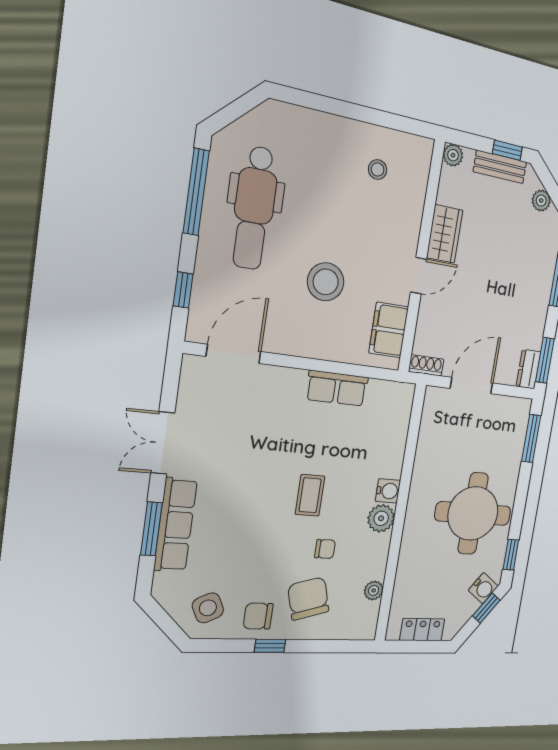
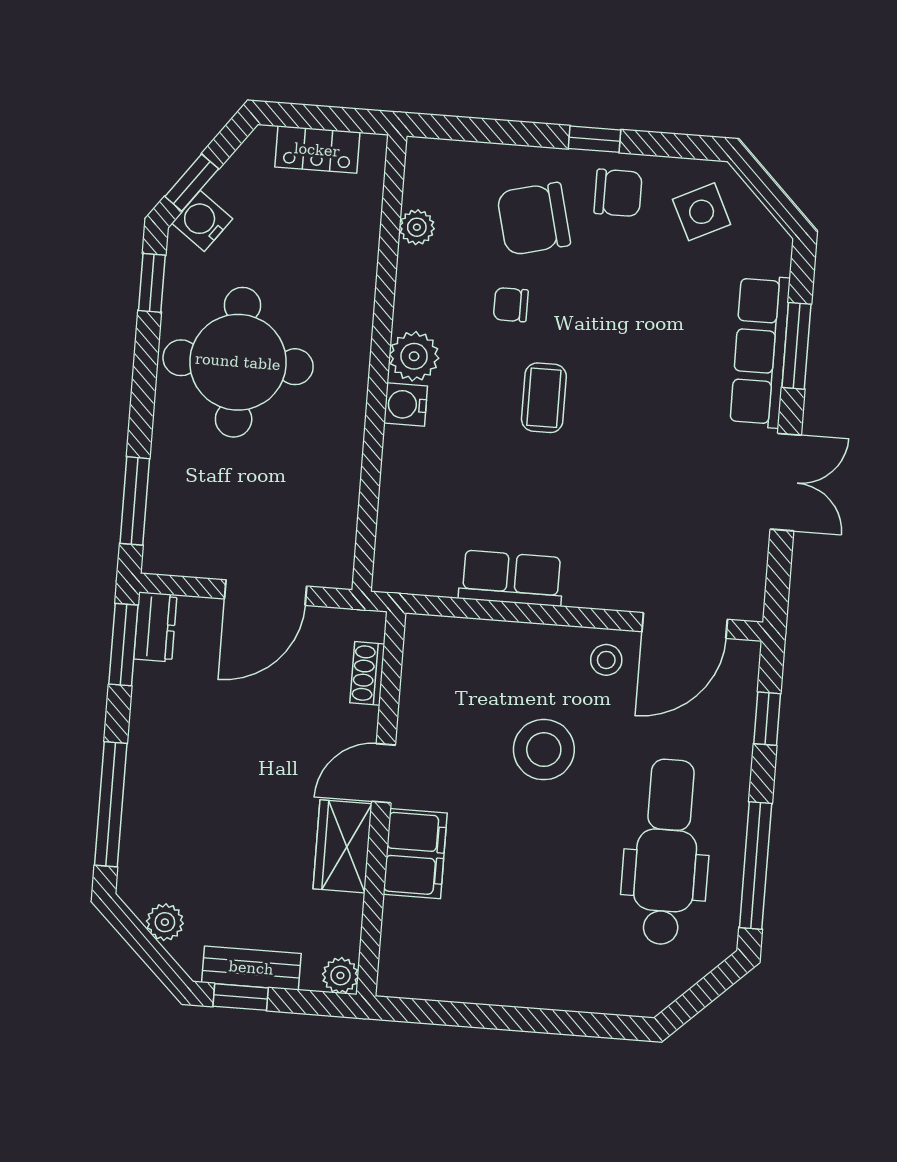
stool: (378, 169) -> (606, 660), moved
filing cabinet: (389, 330) -> (415, 854), moved
shoe rack: (426, 365) -> (367, 673), moved, turned 90
chair: (308, 598) -> (534, 219), turned 92

